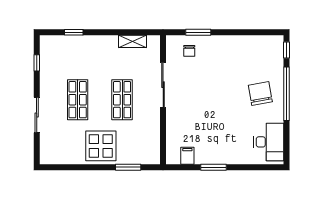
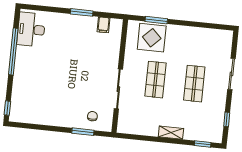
window: (74, 32) -> (203, 144), moved
shelving: (132, 41) -> (171, 133), moved
chair: (260, 94) -> (34, 73), removed
window: (286, 94) -> (13, 51), moved
display table: (101, 146) -> (152, 38), moved

